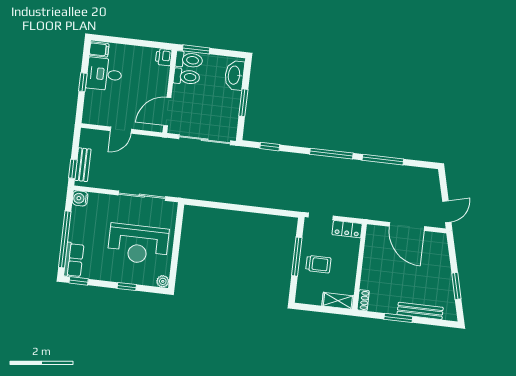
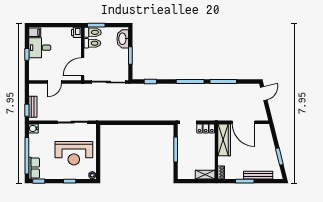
door: (447, 212) -> (264, 93), moved
wardrobe: (374, 250) -> (224, 140), added
trolley: (318, 264) -> (190, 153), removed

